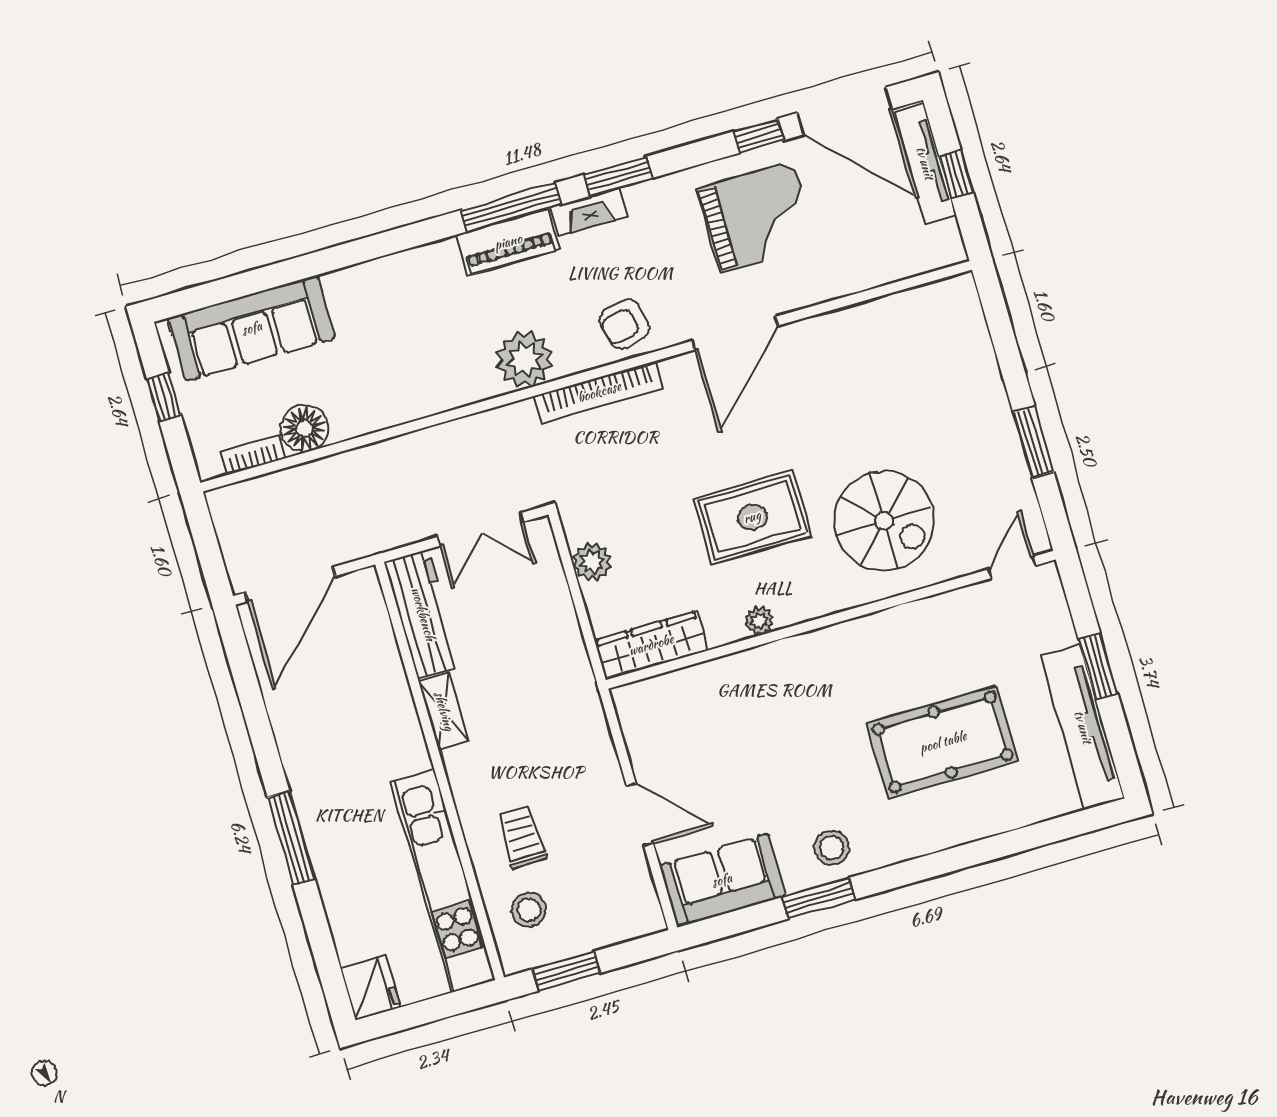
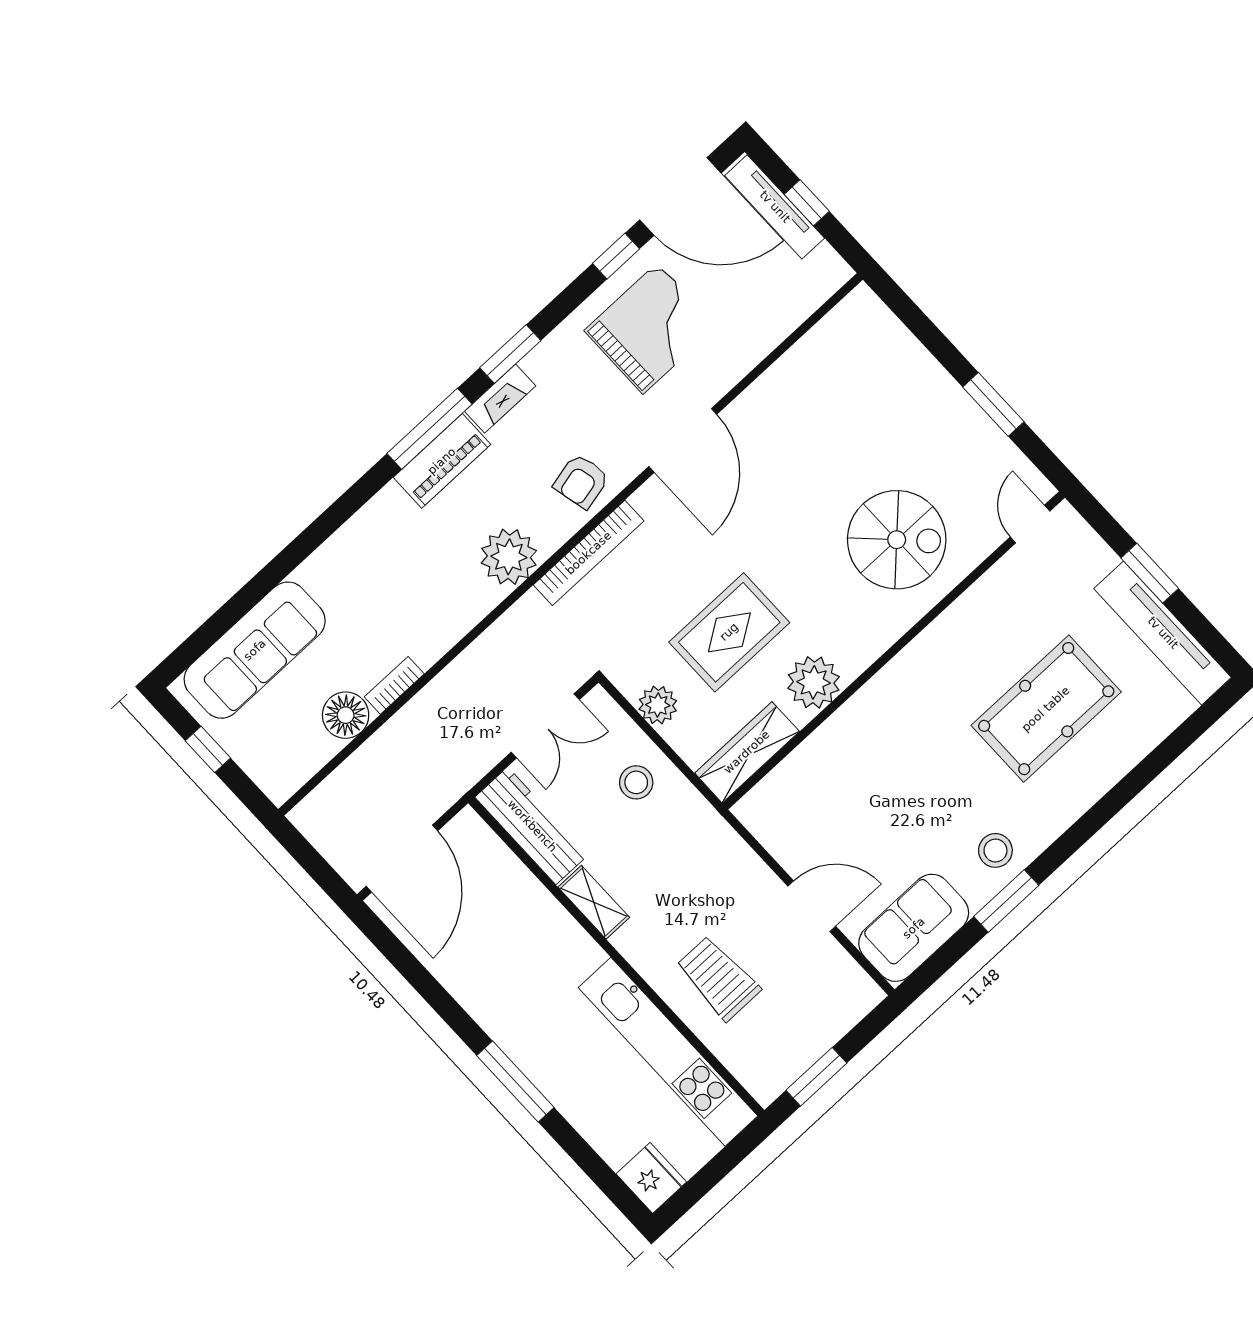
bookcase: (253, 455) -> (394, 685), moved
rug: (752, 517) -> (729, 632), moved
plant: (759, 621) -> (814, 682), width x1.88, depth x1.88
trolley: (522, 837) -> (718, 978), width x1.36, depth x1.39
stool: (529, 910) -> (636, 782), moved

